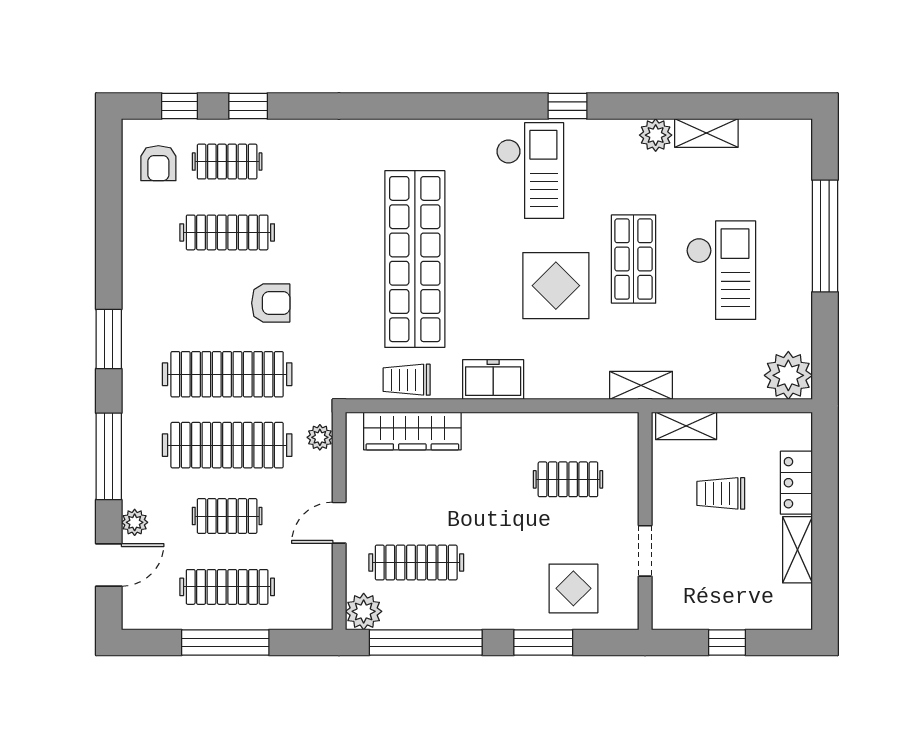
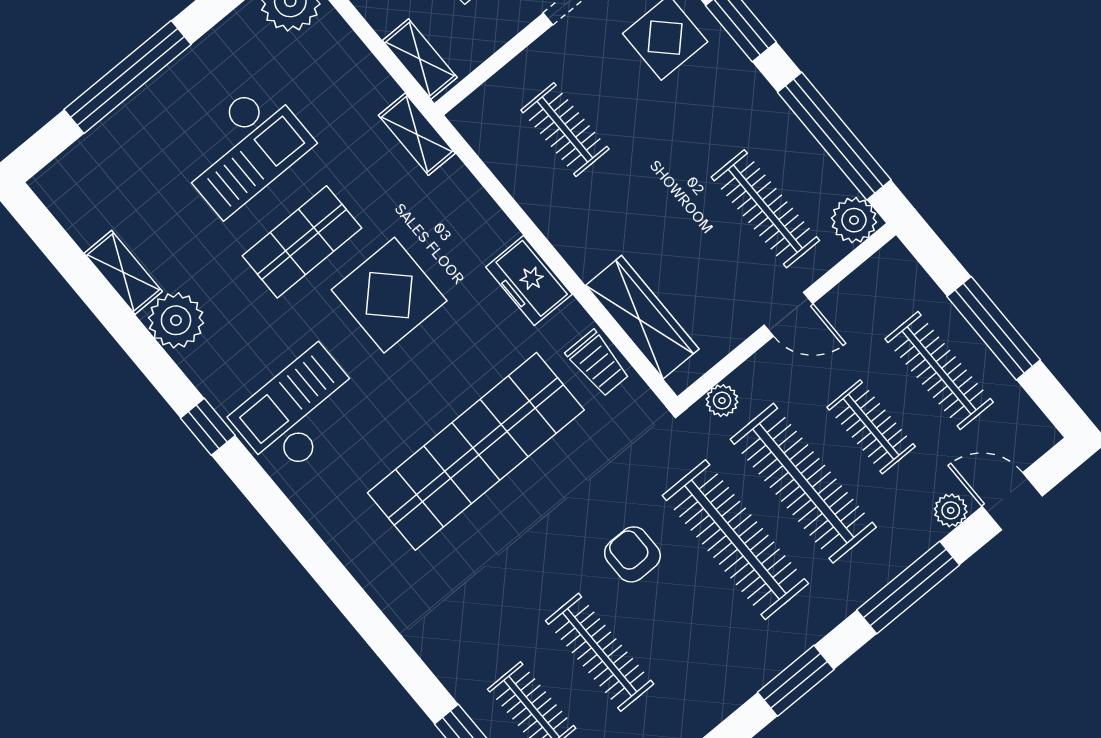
plant: (656, 135) -> (176, 320), width x1.36, depth x1.36
checkout: (721, 270) -> (243, 149), turned 180

